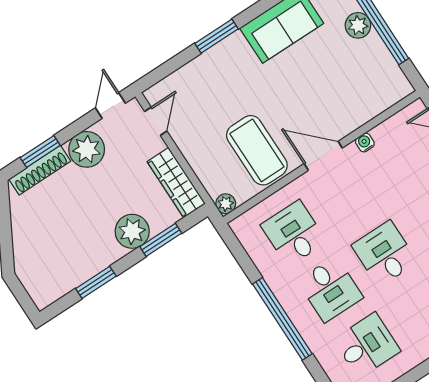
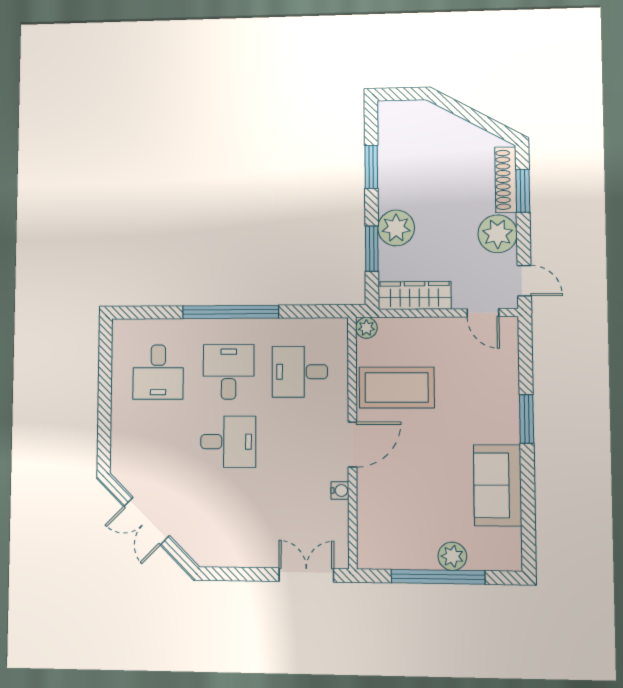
desk: (294, 233) -> (300, 372), turned 180
desk: (330, 289) -> (229, 372), turned 90

